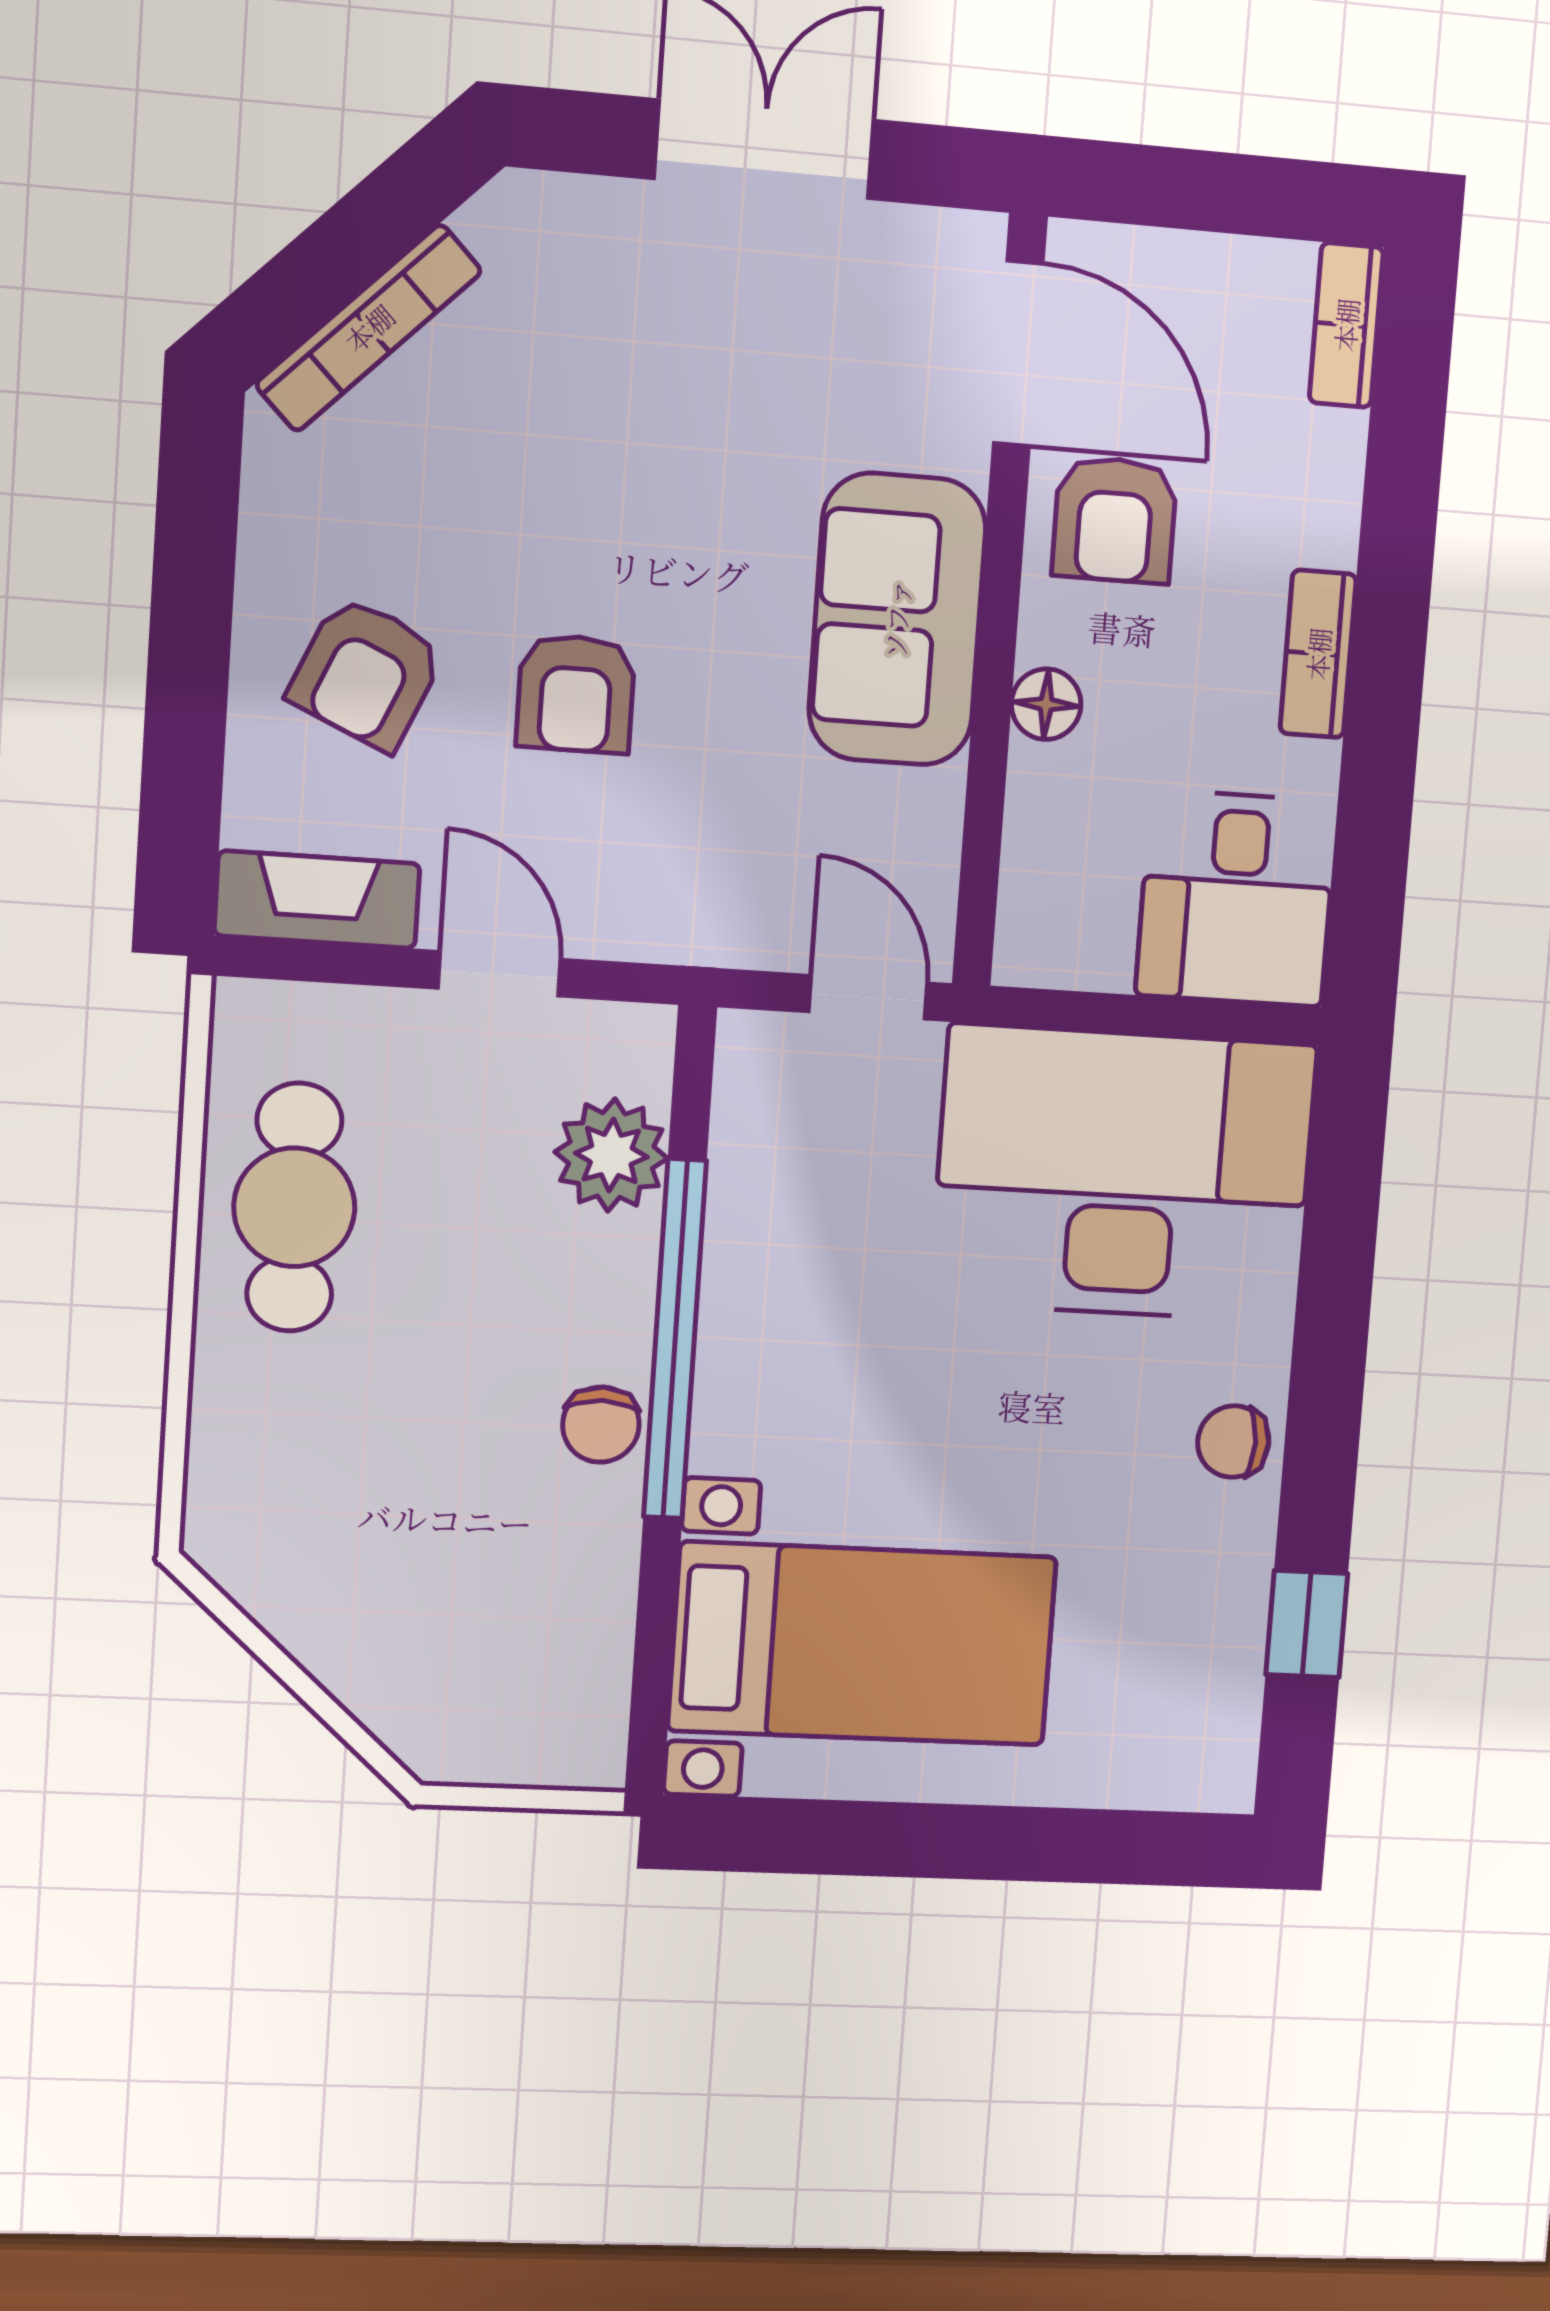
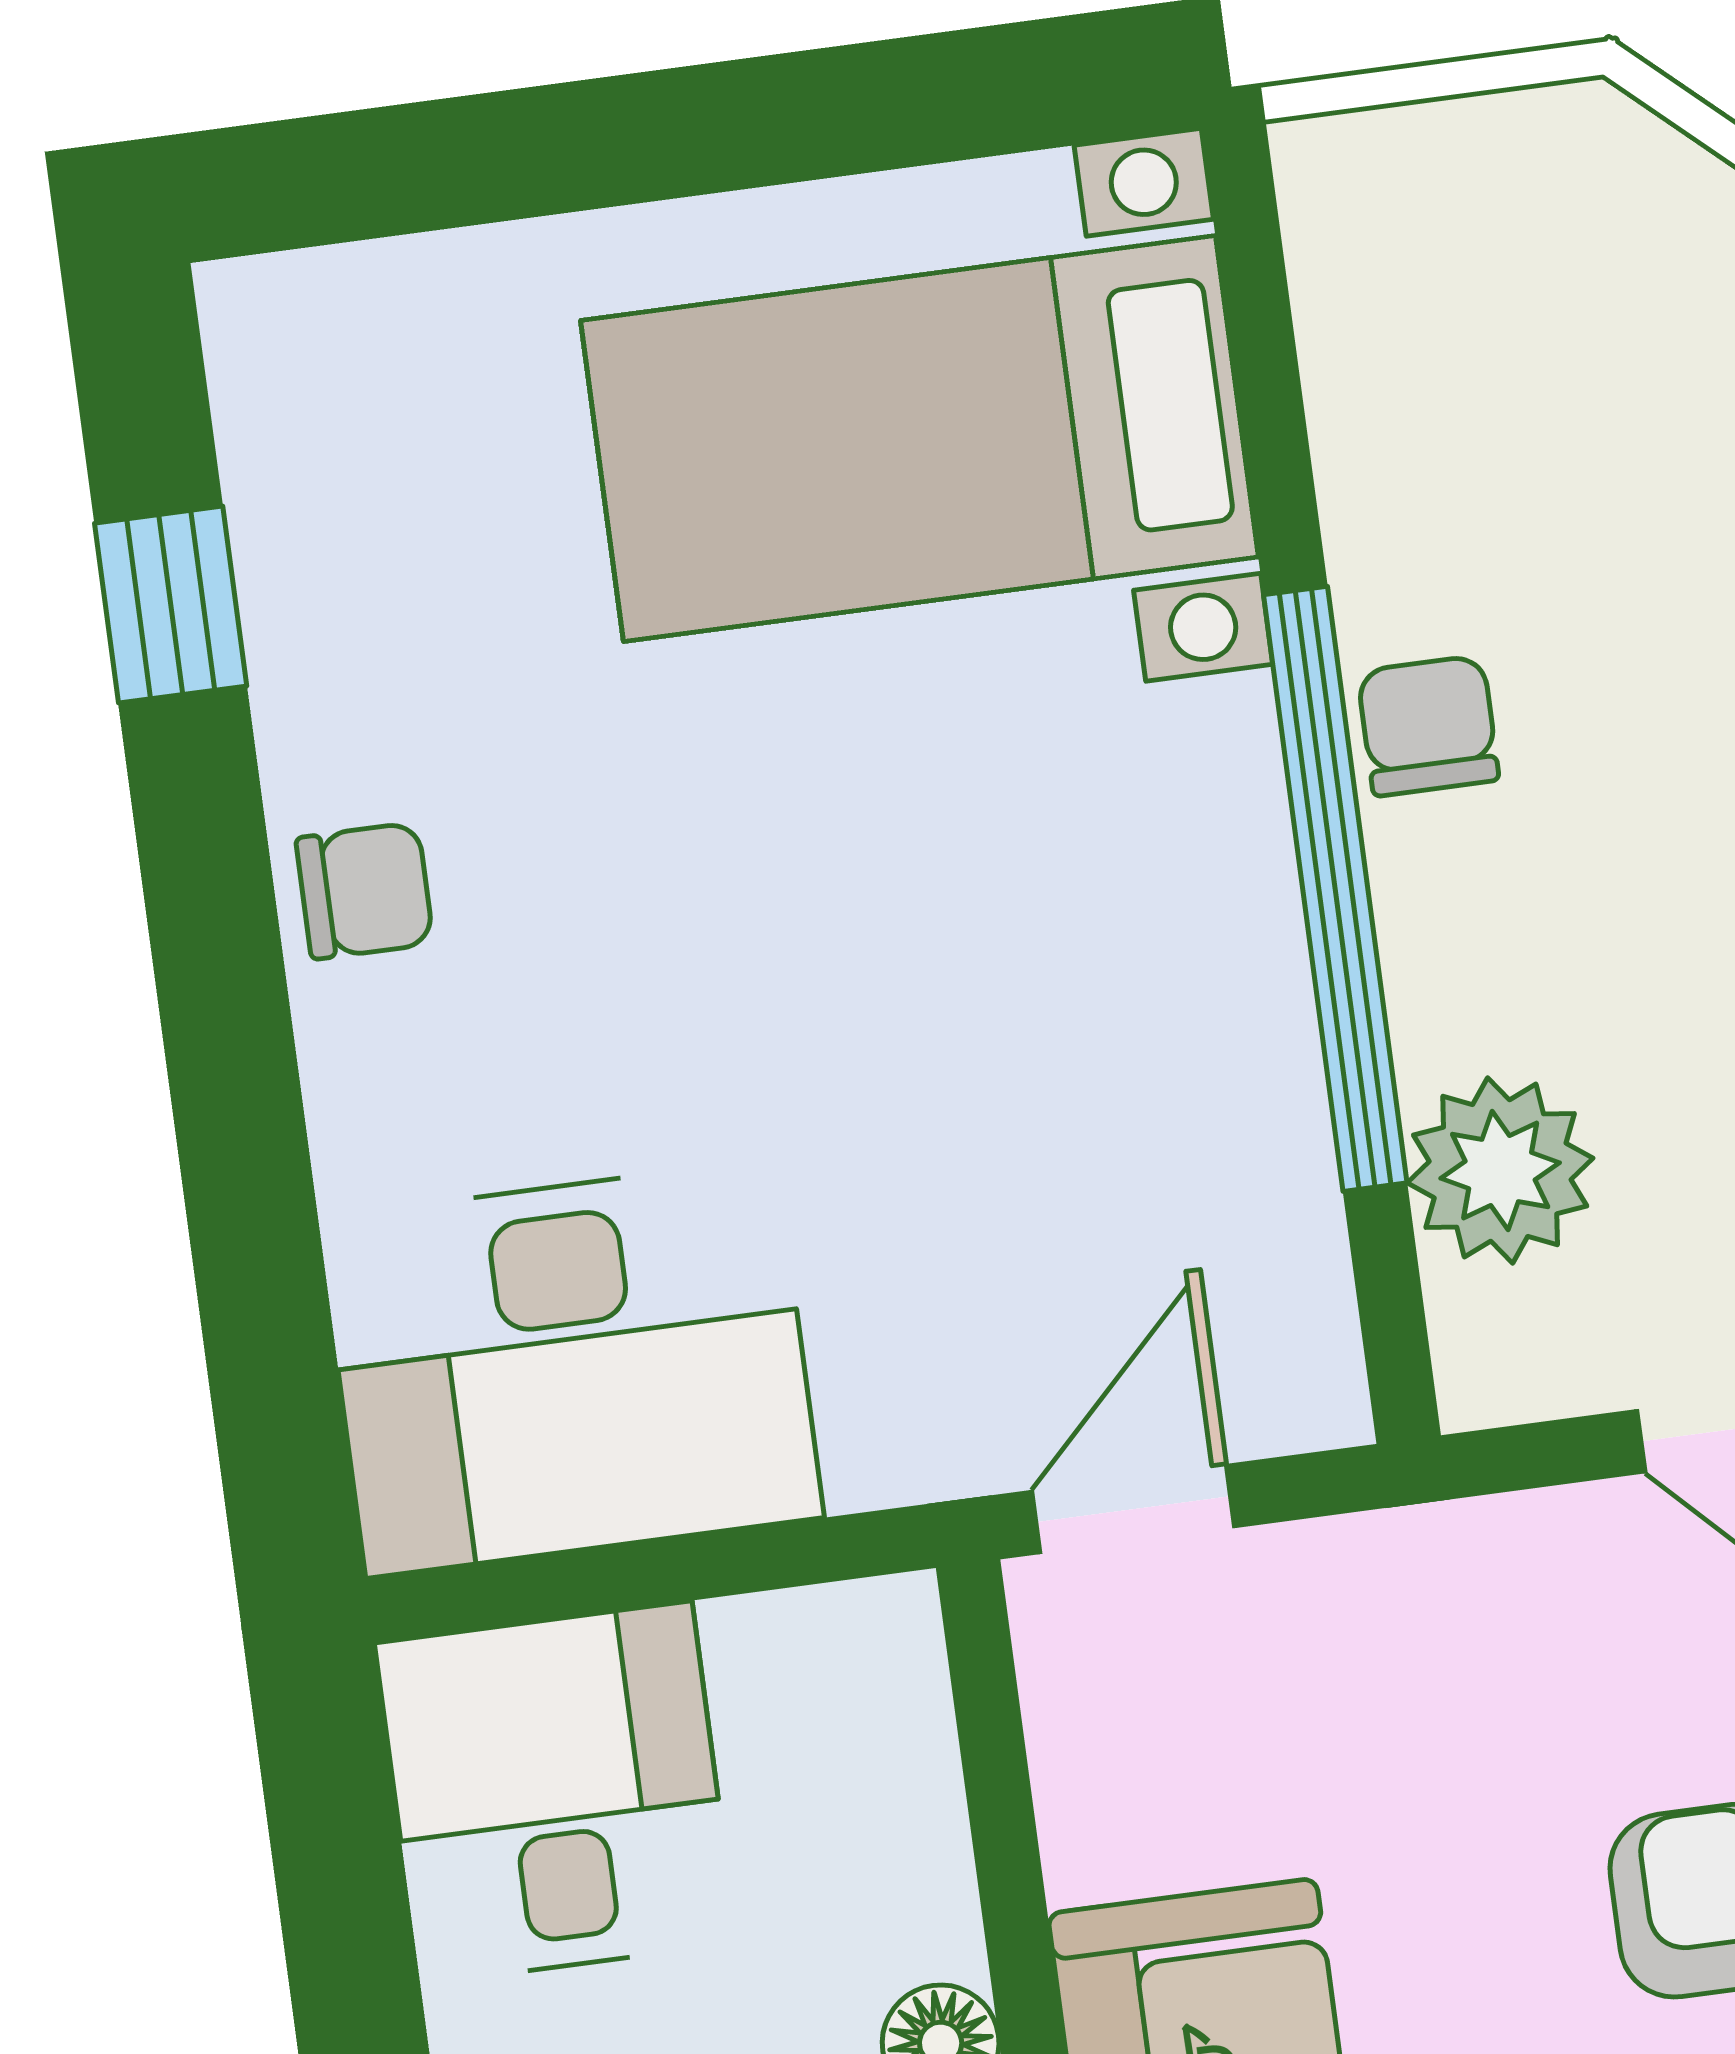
door: (868, 997) -> (1133, 1509), swing flipped
desk: (1124, 1174) -> (571, 1368), width x0.73, depth x0.77

